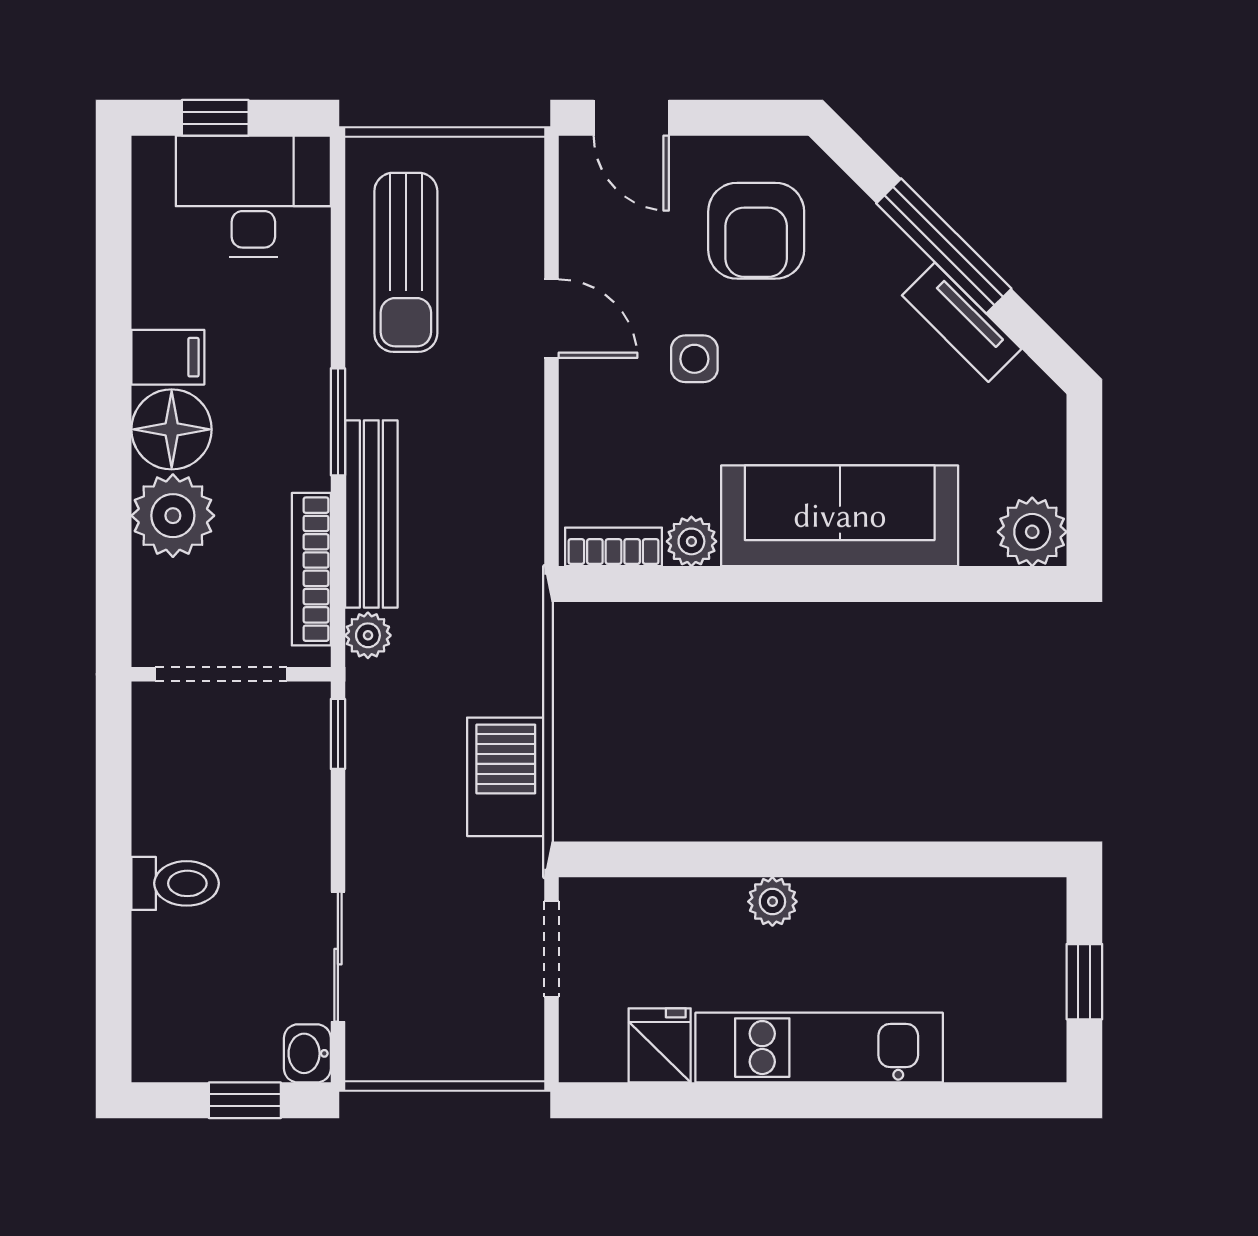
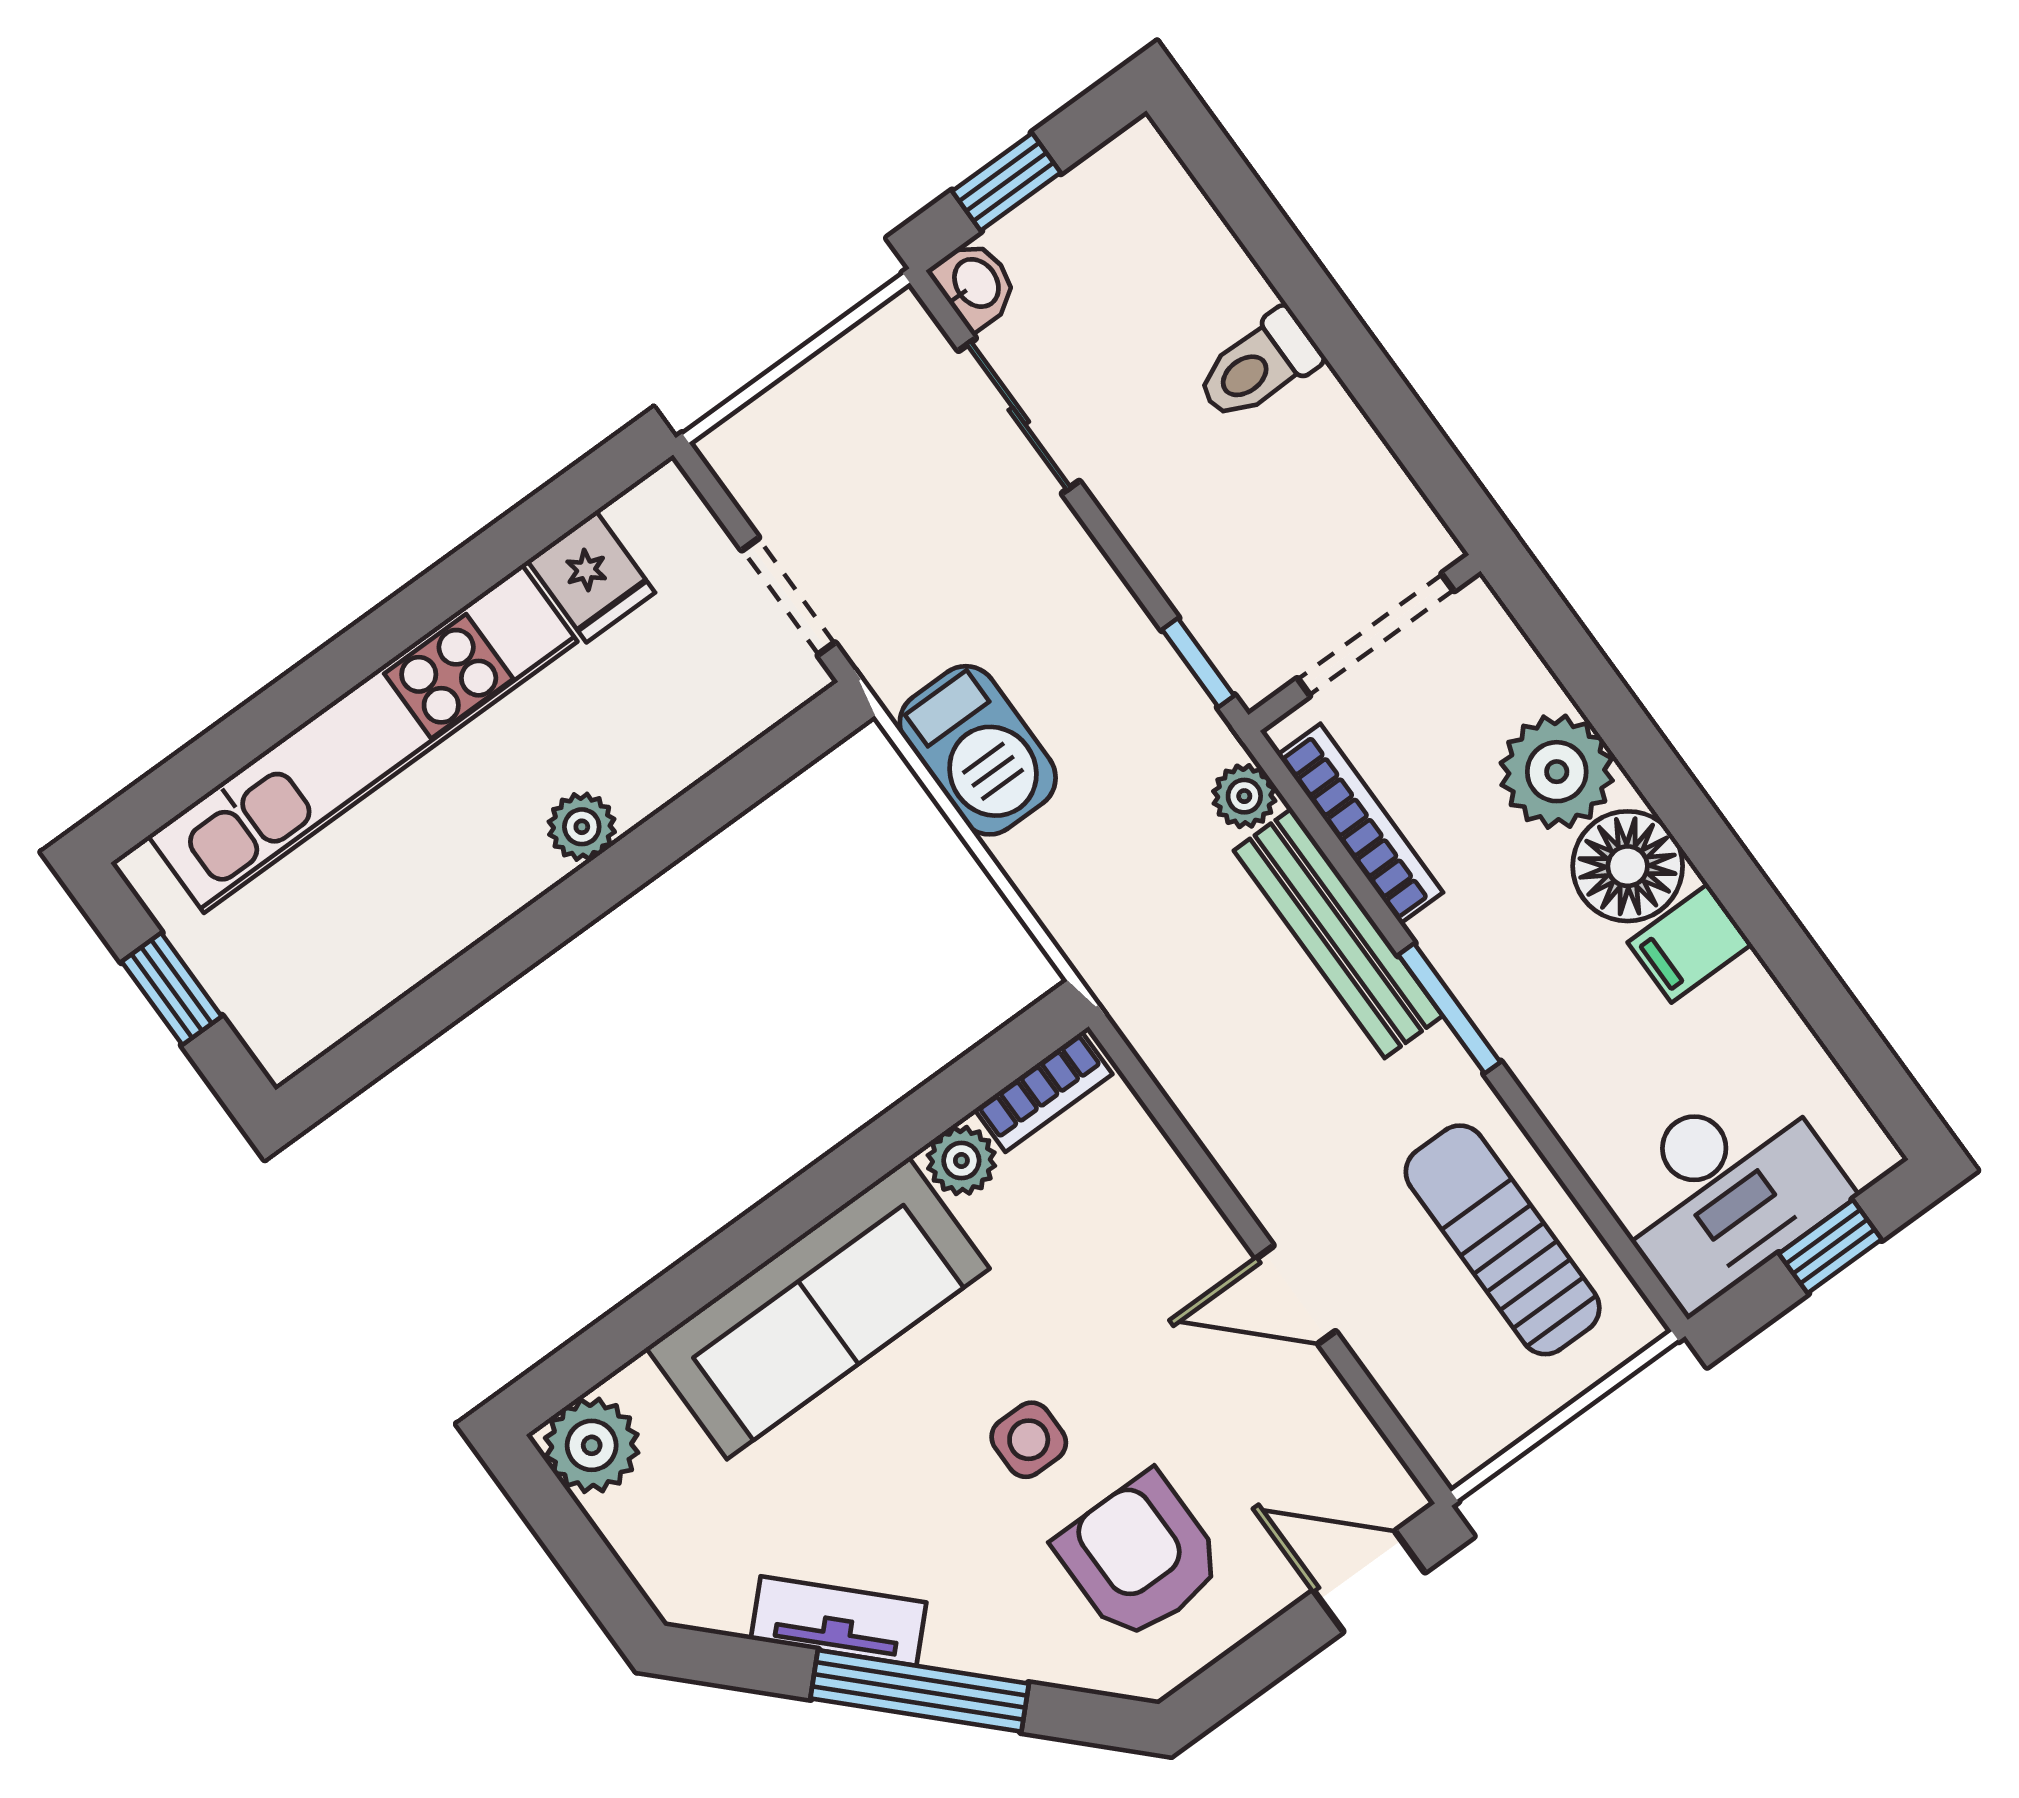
side table: (694, 359) -> (1029, 1440), moved
kitchen unit: (819, 1048) -> (363, 739), width x1.36

